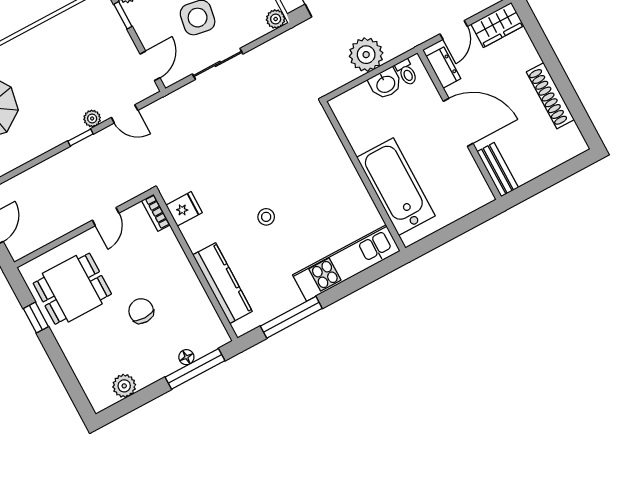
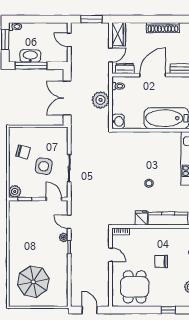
plant: (276, 19) -> (63, 132), removed
door: (454, 30) -> (110, 55), hinge flipped
washbasin: (385, 84) -> (118, 121), moved
door: (125, 114) -> (69, 222), swing flipped
fridge: (184, 209) -> (141, 218), moved
window: (36, 318) -> (168, 310), moved

